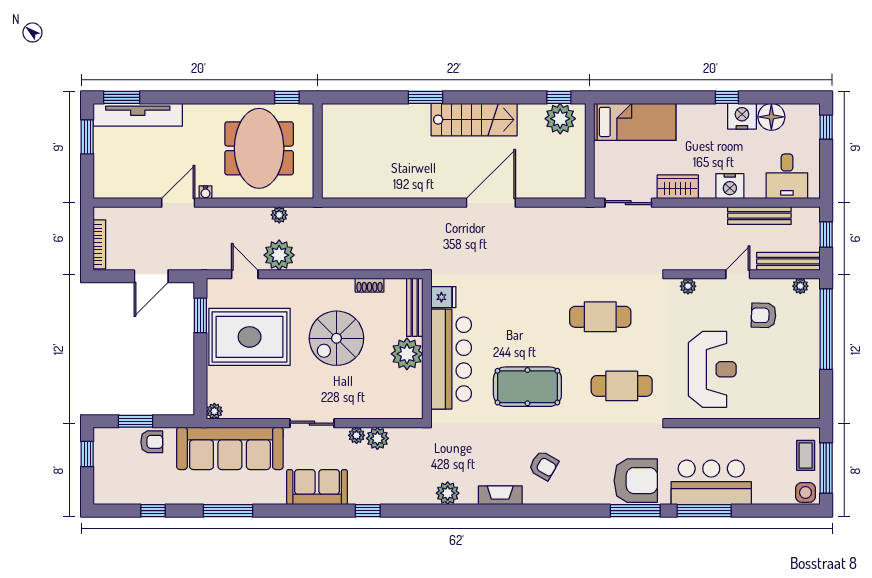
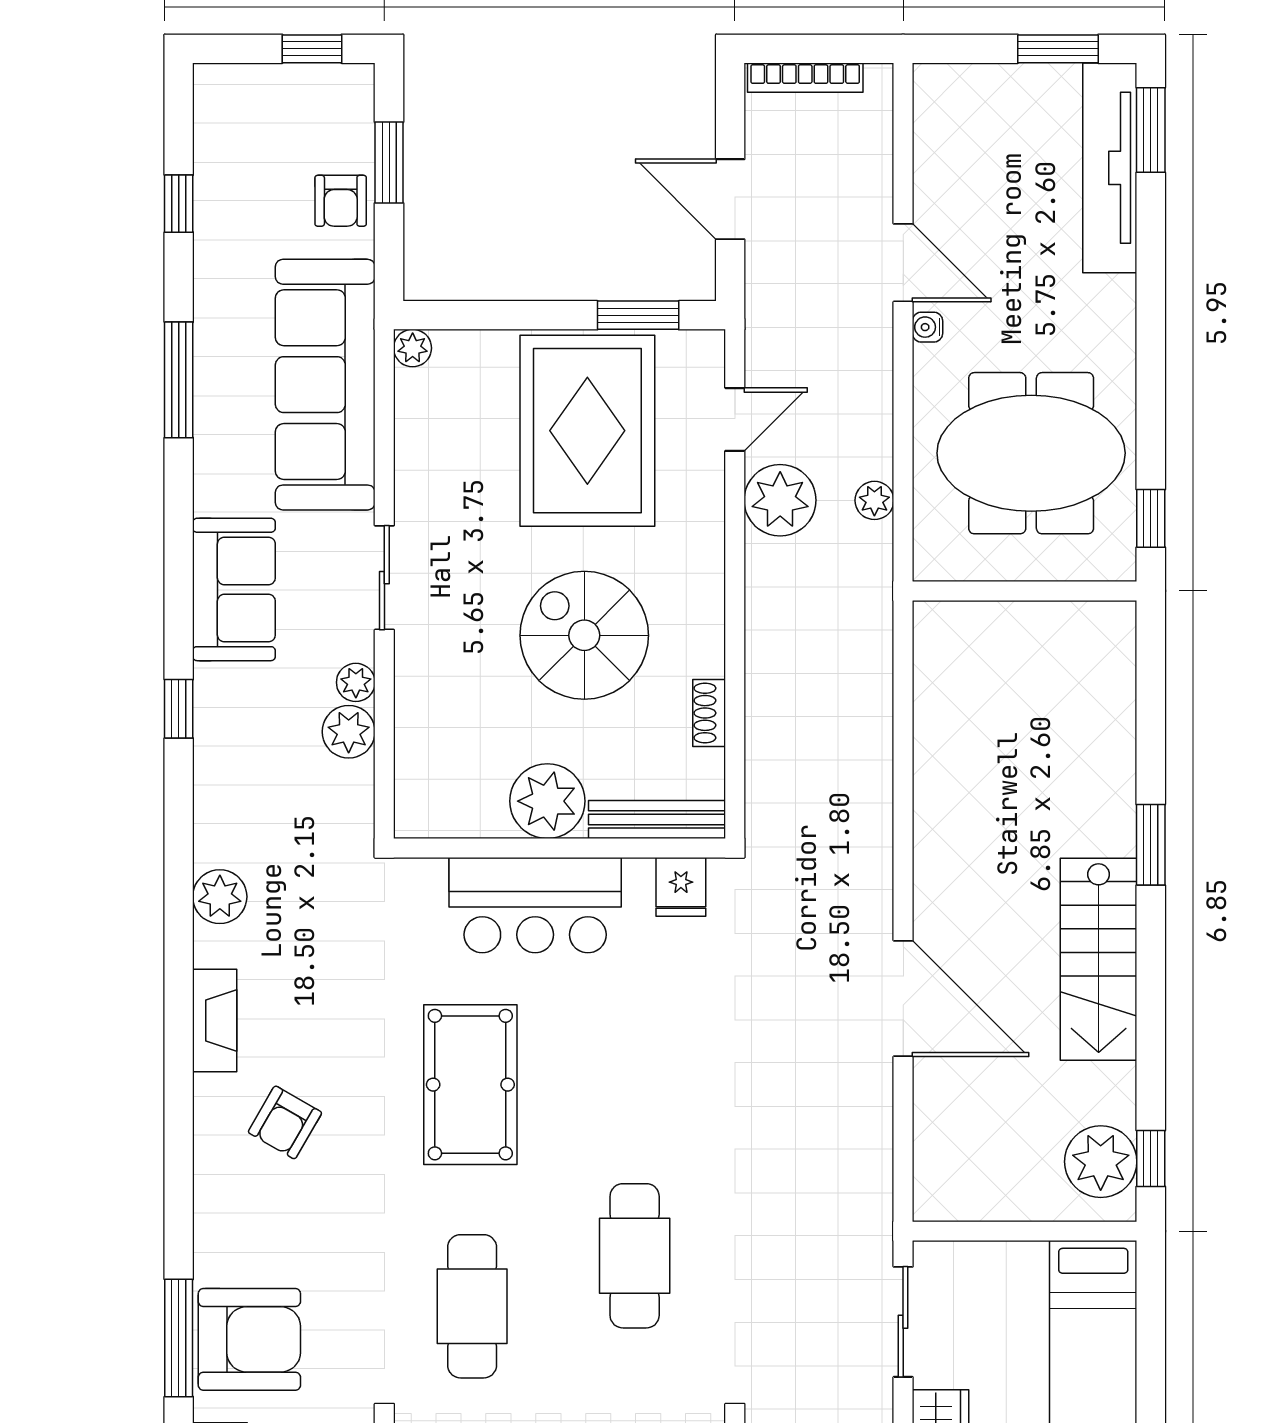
bar counter: (451, 359) -> (535, 905), width x0.73
armchair: (636, 481) -> (249, 1339), turned -90

